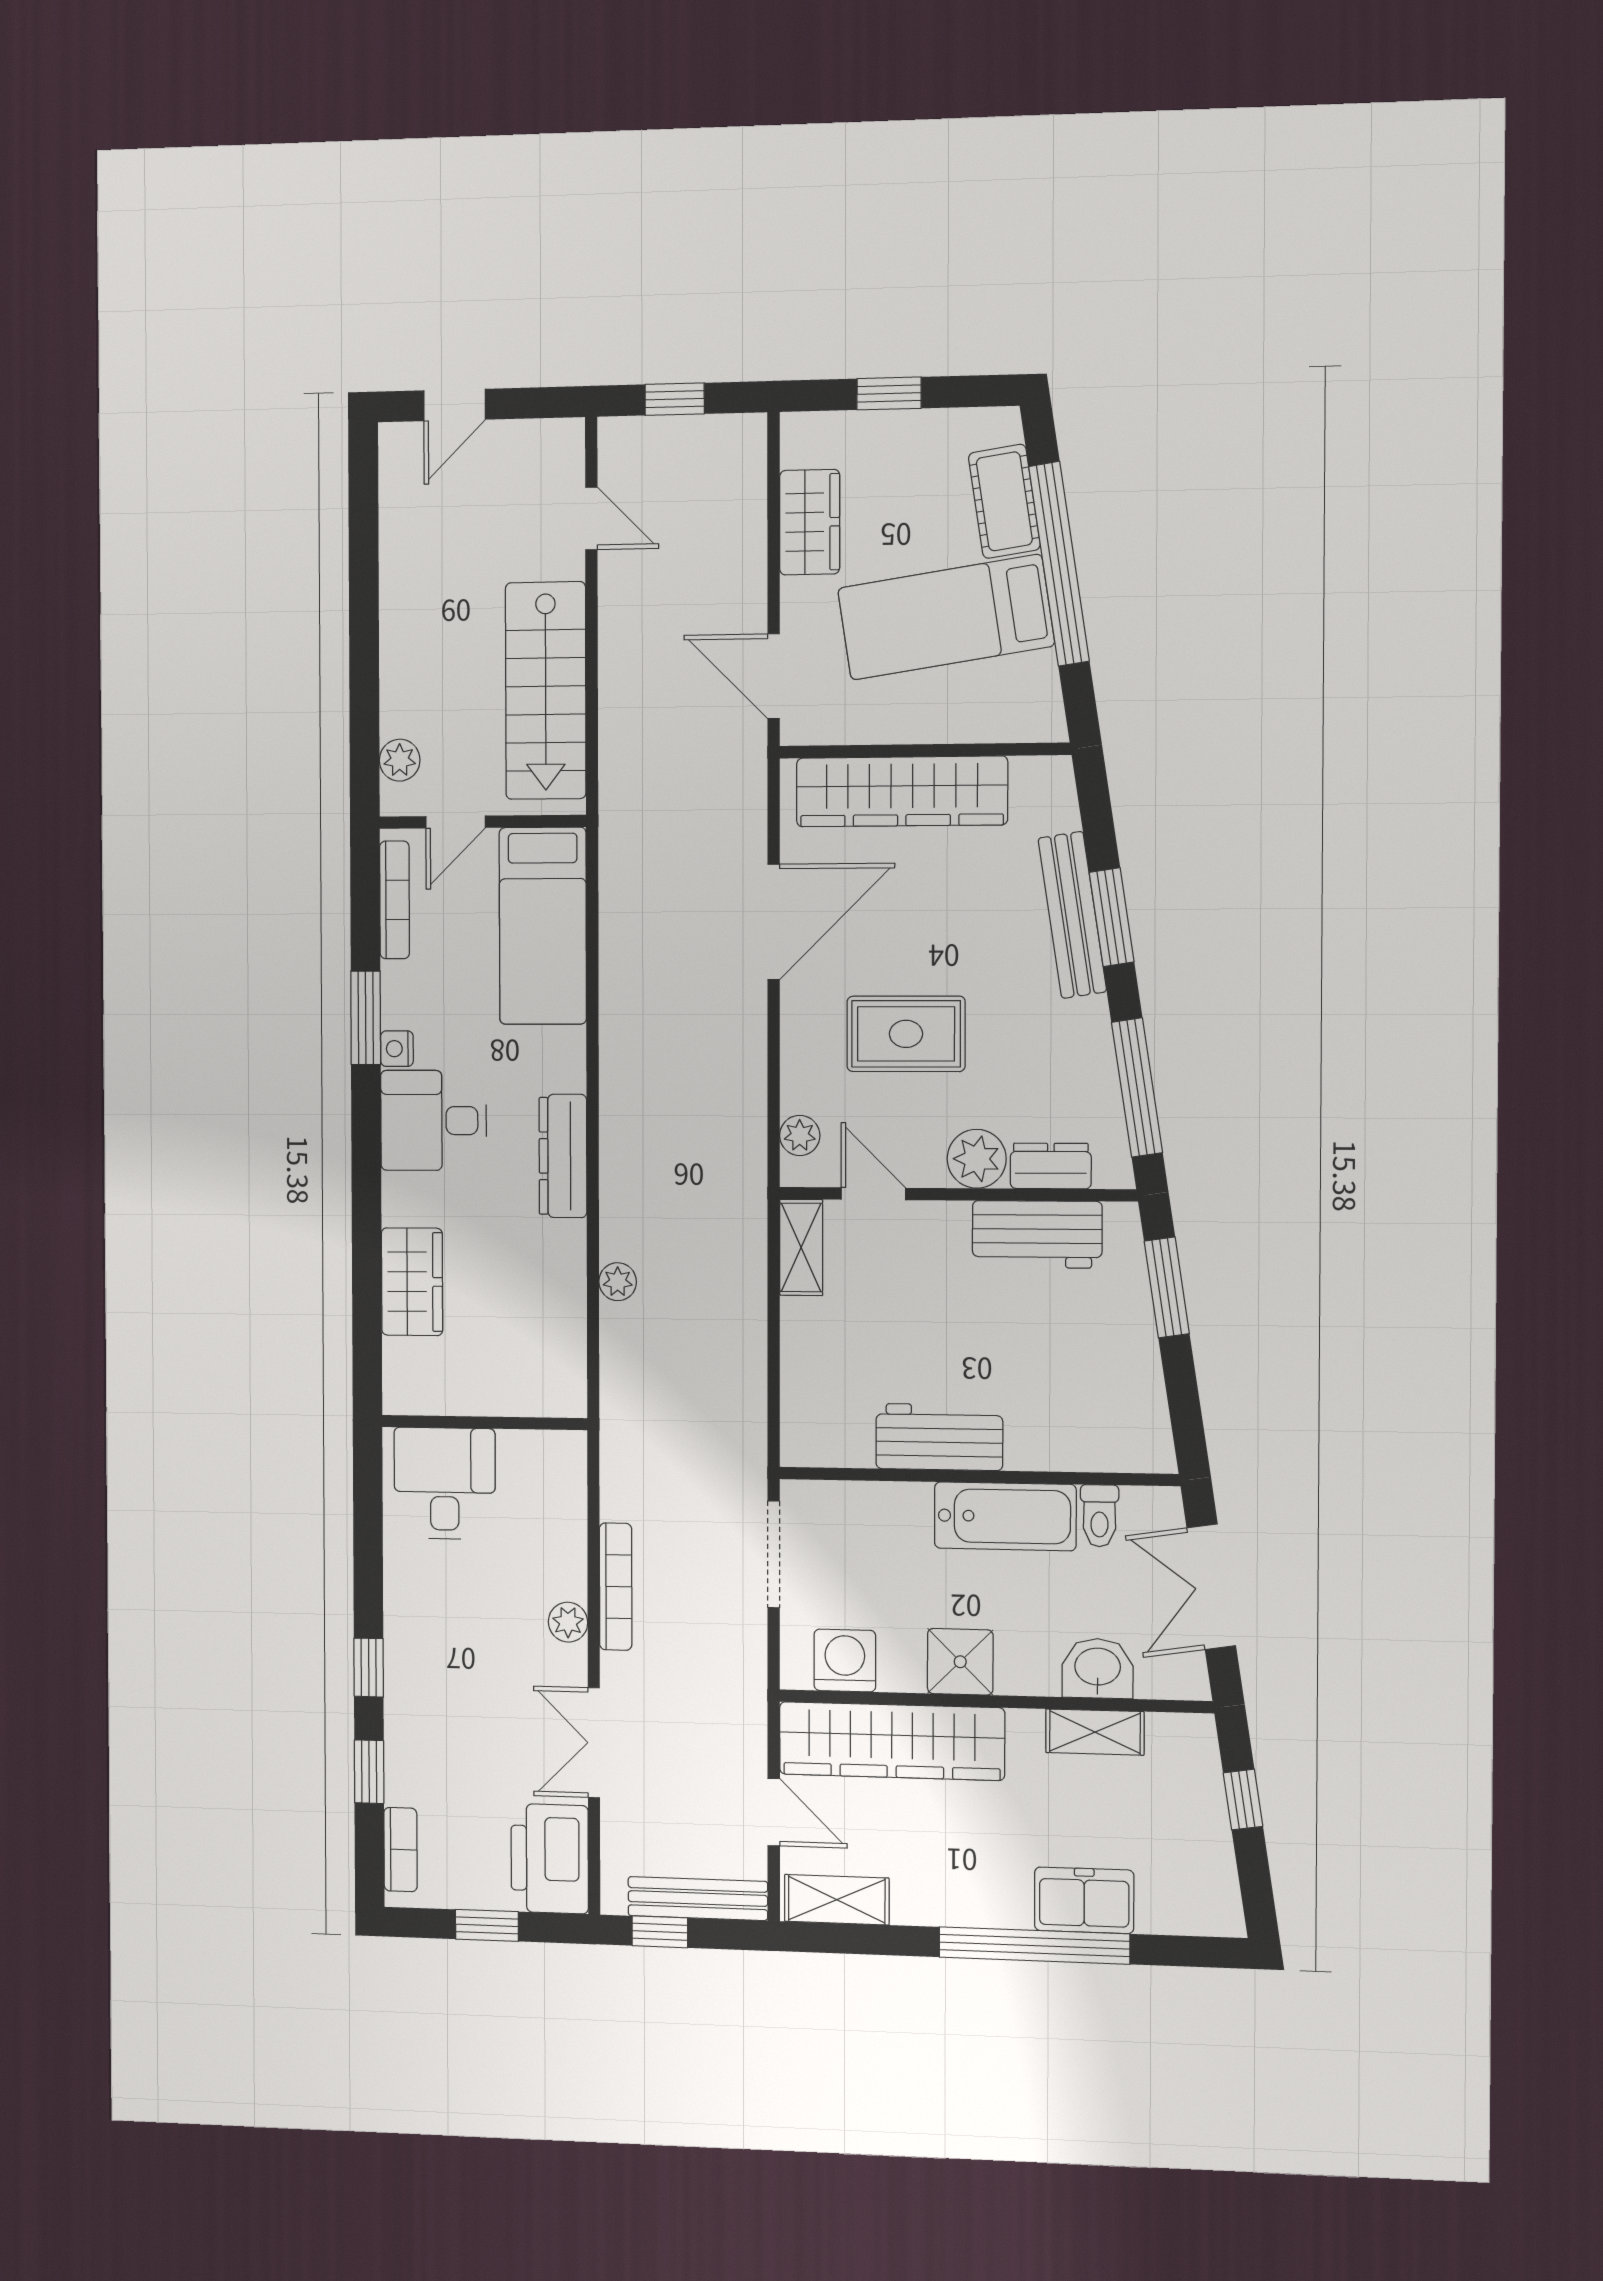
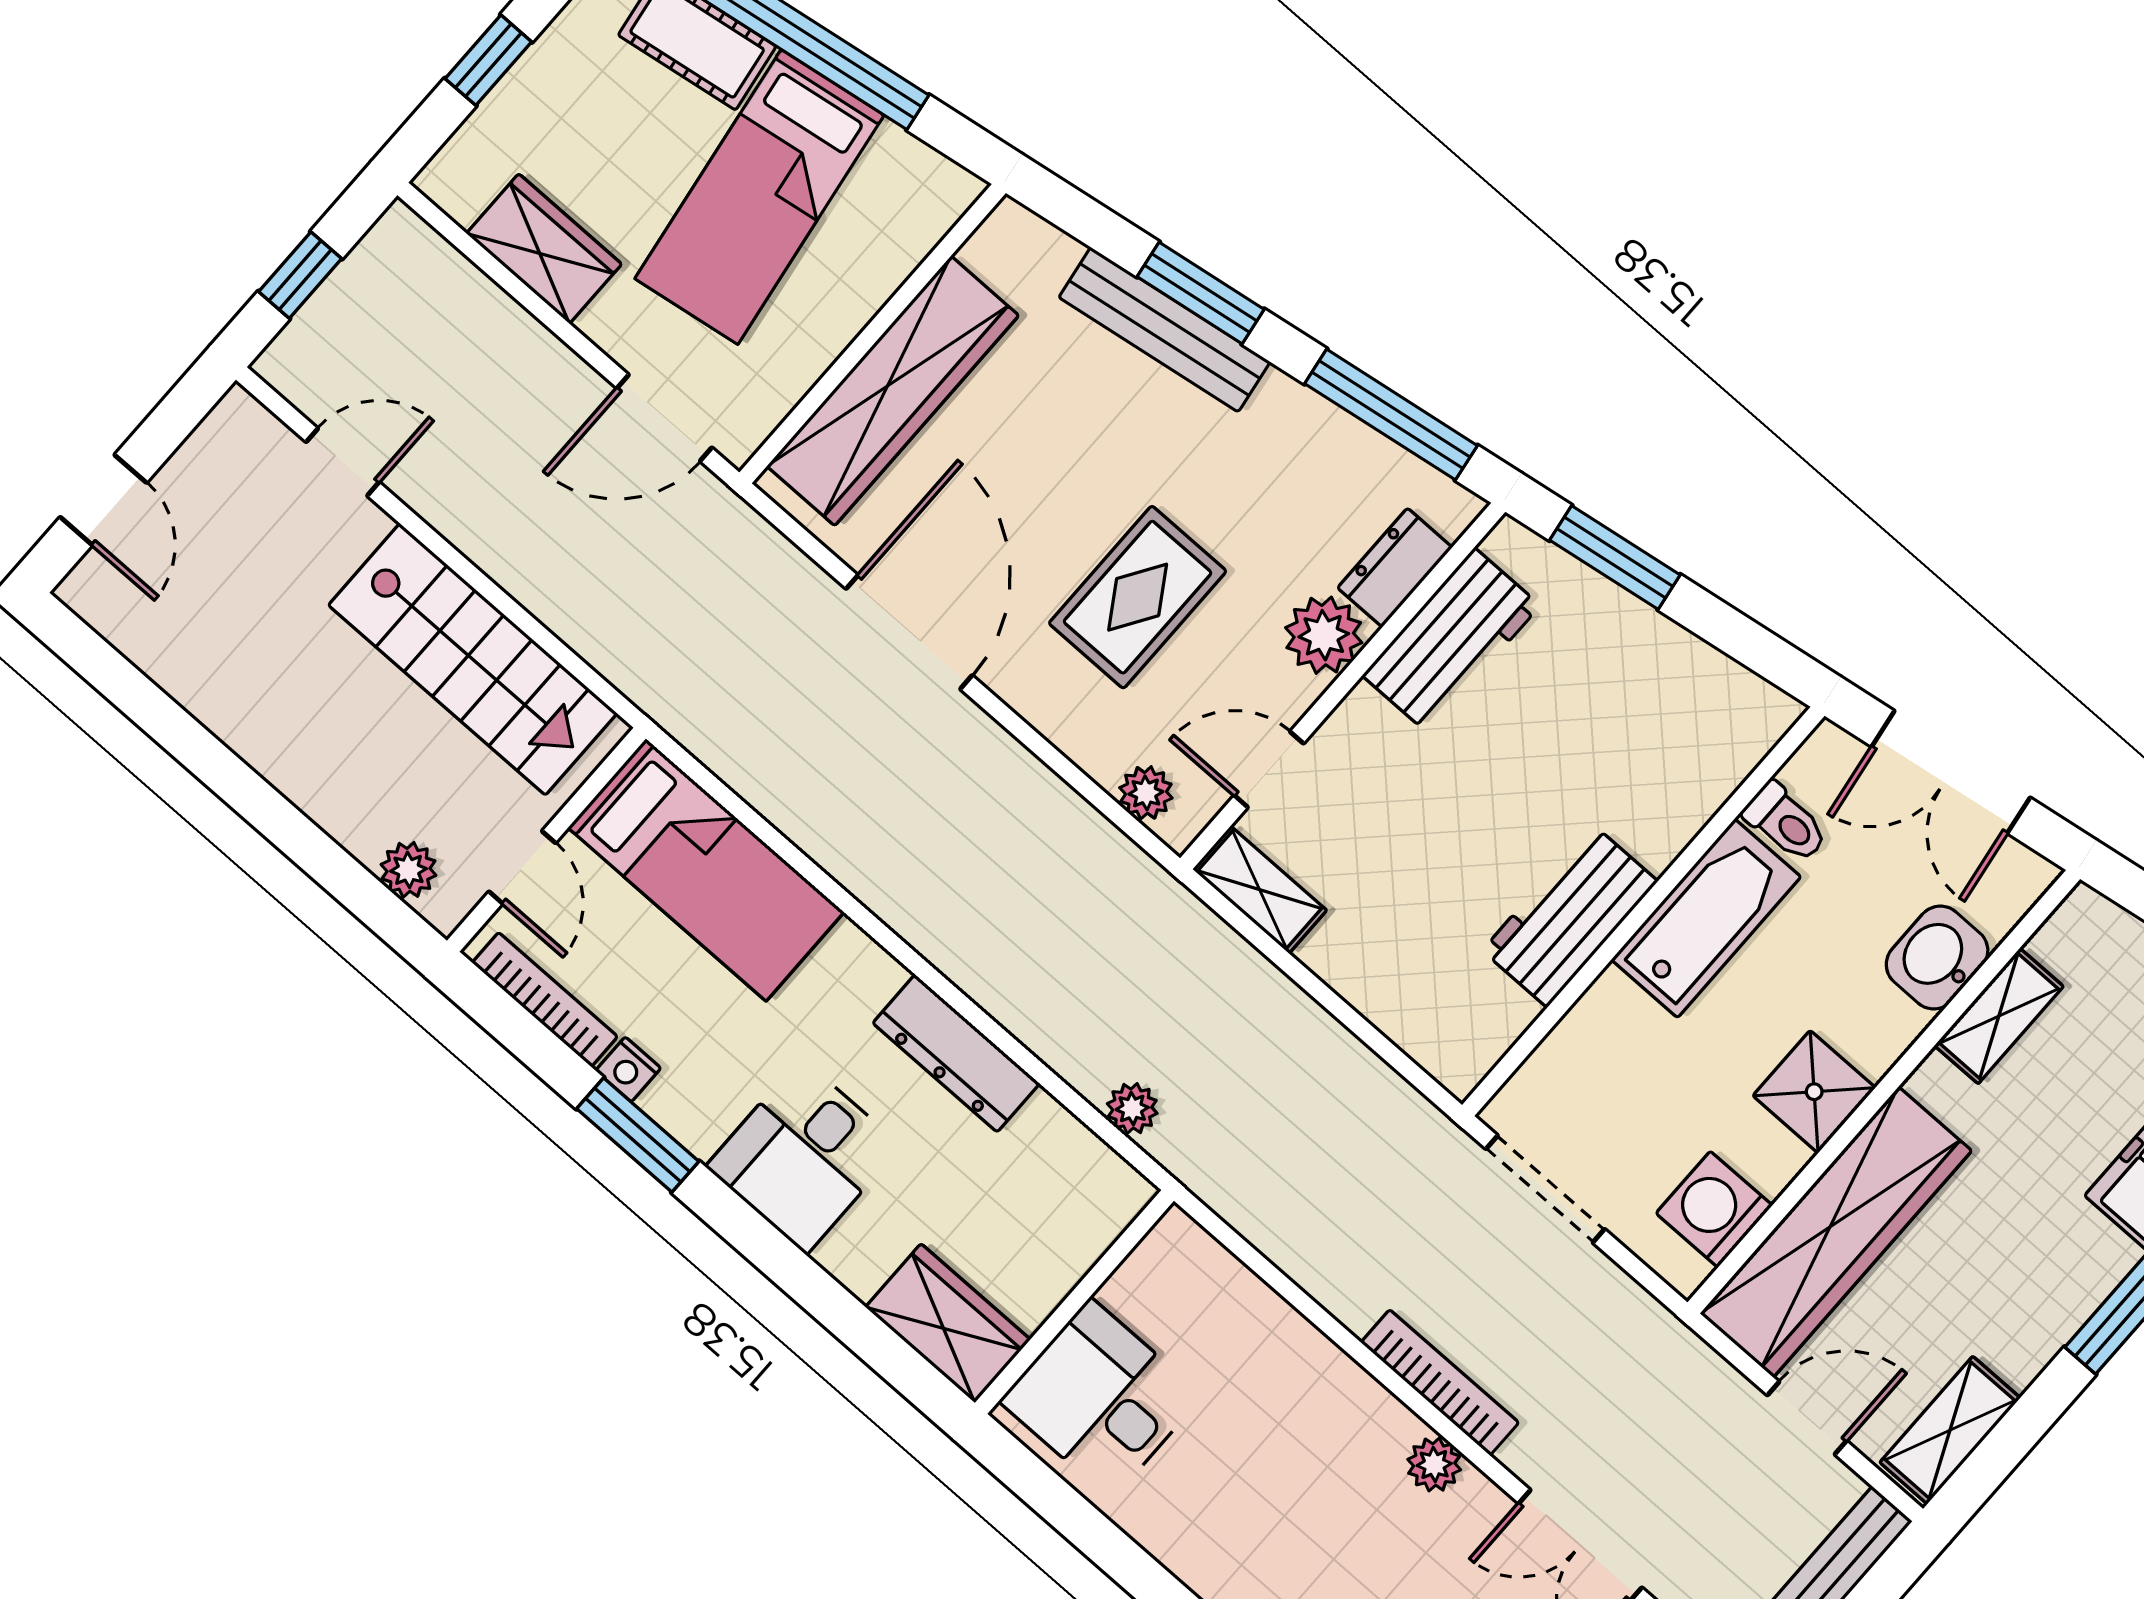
nightstand: (397, 1049) -> (628, 1069), moved
wall: (484, 1423) -> (1074, 1302), moved
desk: (445, 1483) -> (1101, 1398), moved

